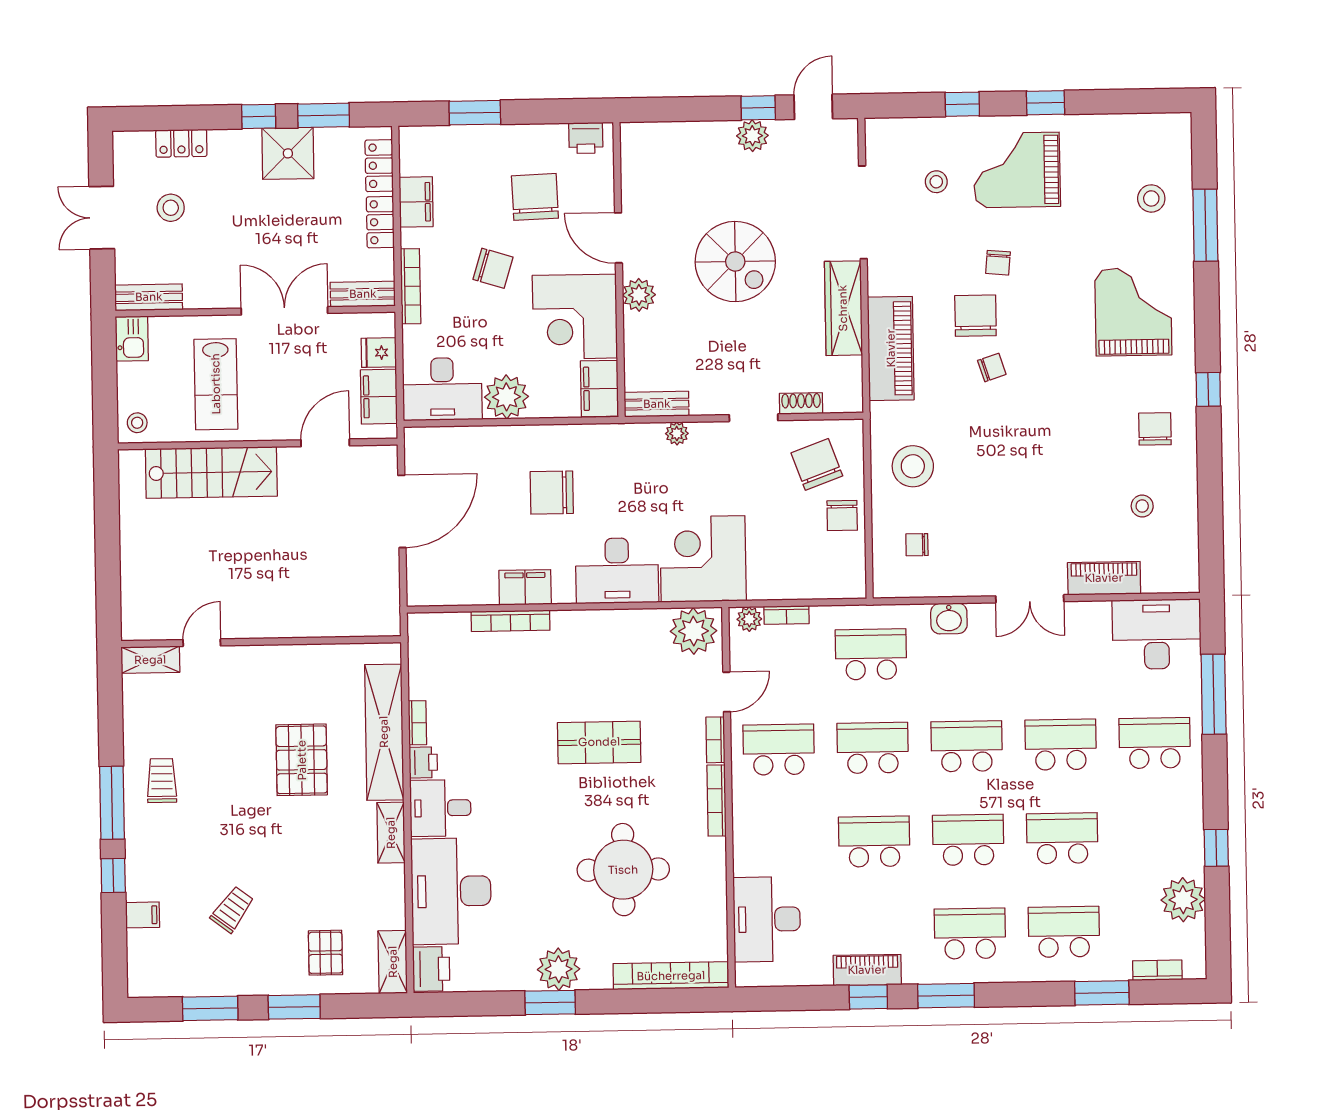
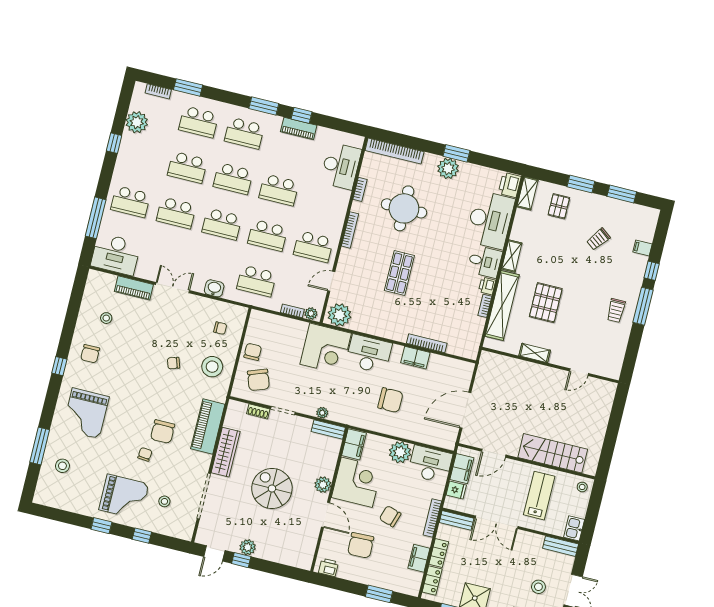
chair: (992, 367) -> (174, 363), moved
shelving: (150, 660) -> (535, 353), moved
bookcase: (715, 740) -> (360, 189), moved
shop shelf: (599, 742) -> (399, 273), turned 90

